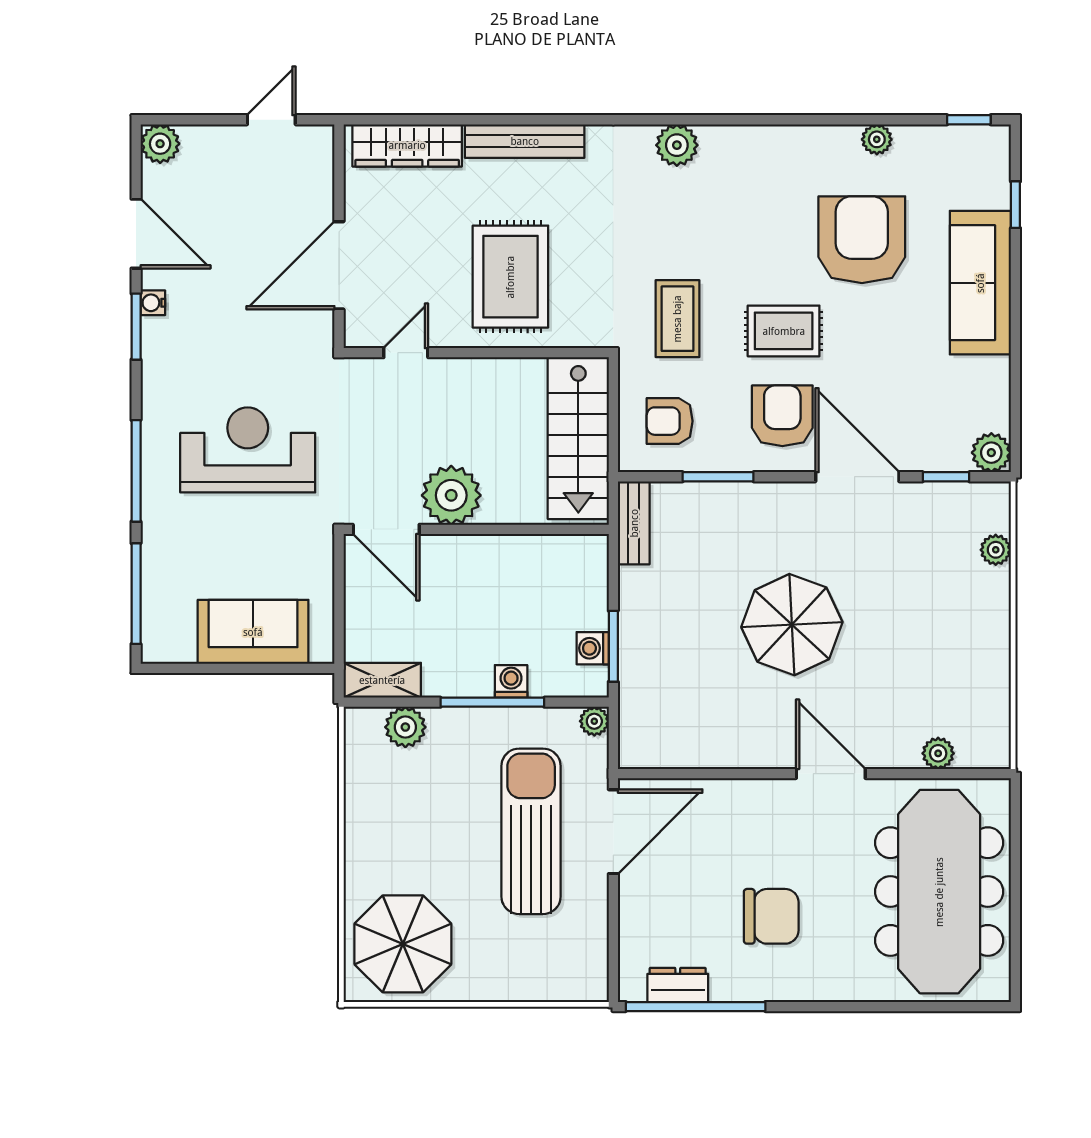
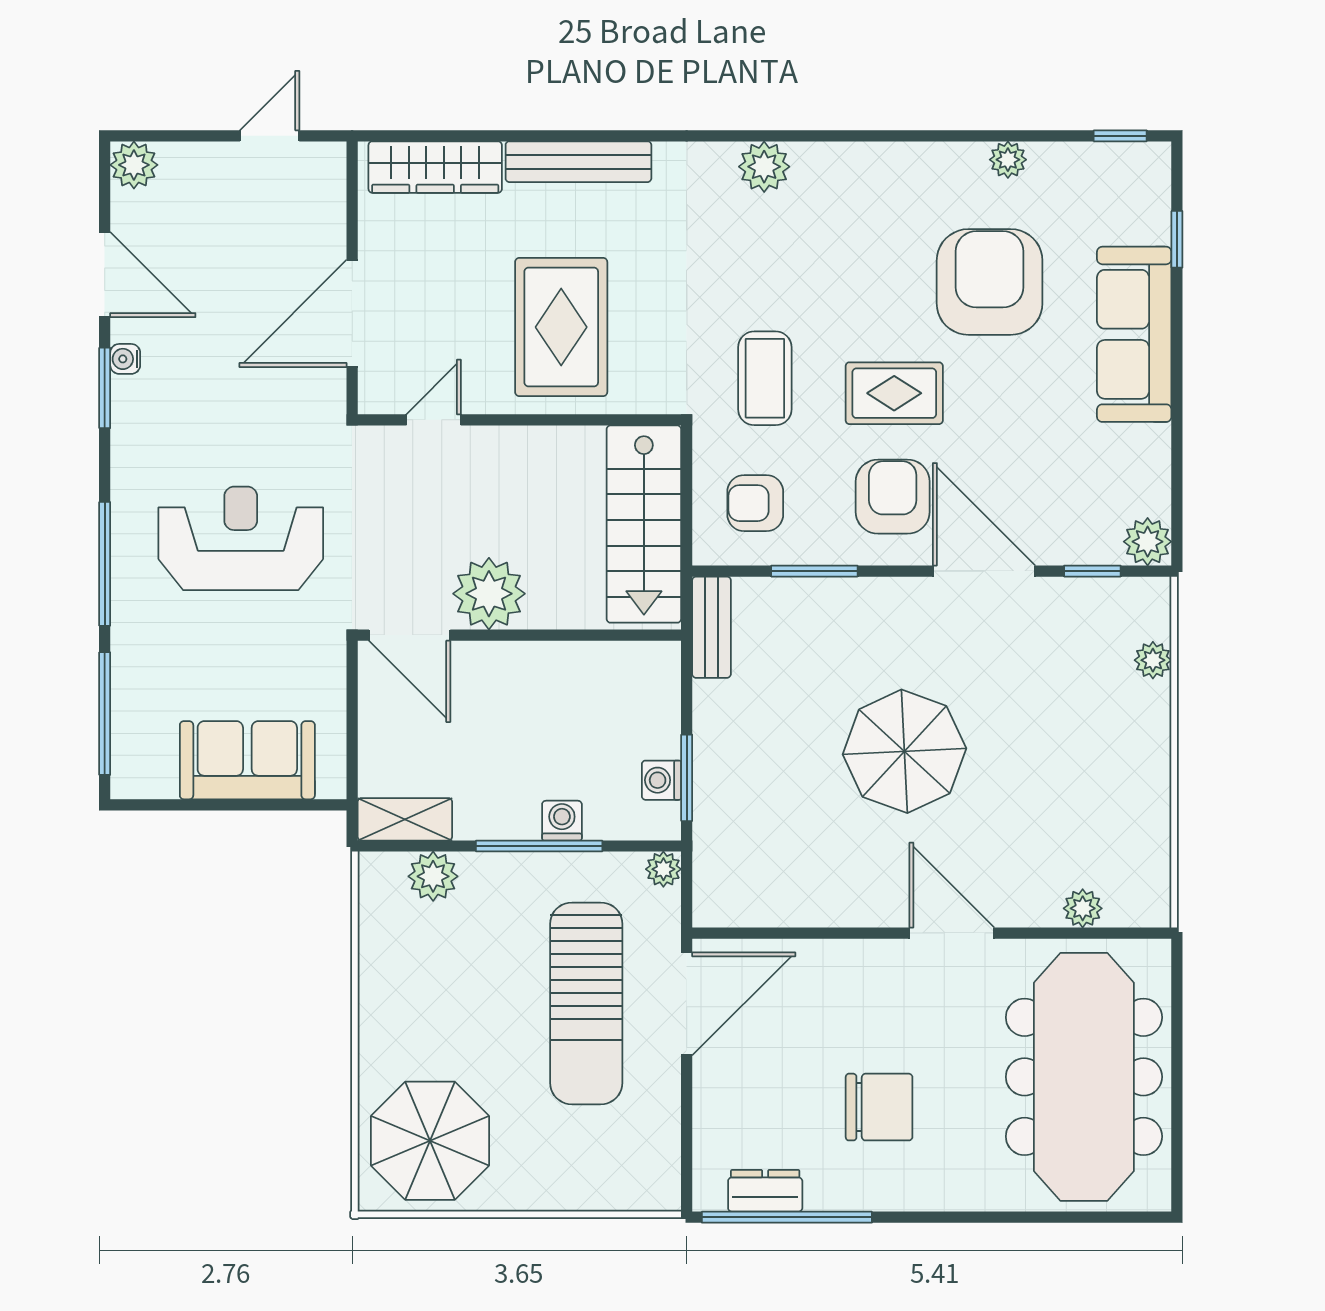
sun lounger: (531, 831) -> (586, 1003), turned 180

